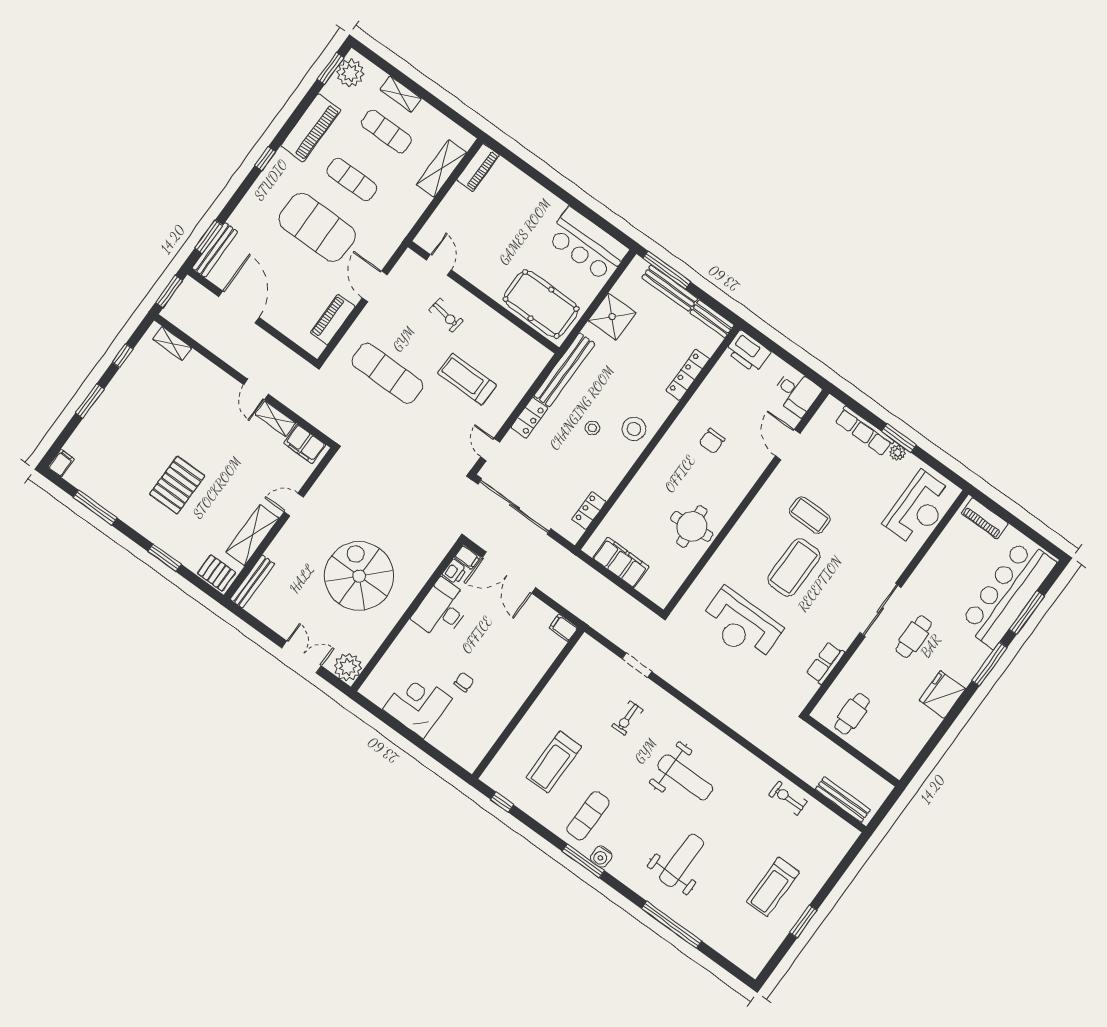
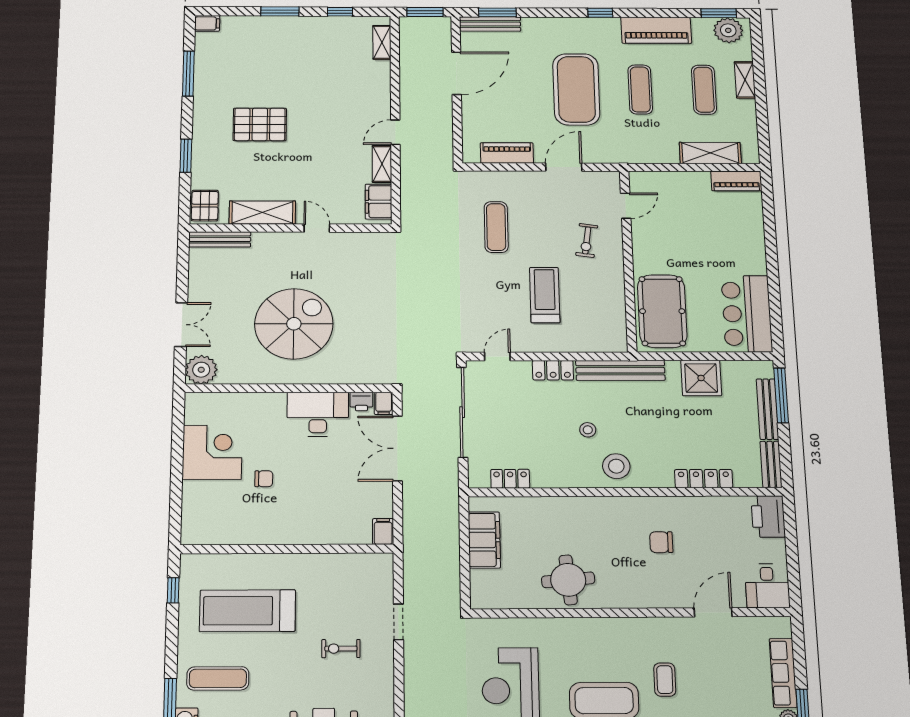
exercise mat: (387, 373) -> (496, 227), width x0.73, depth x0.69
coffee table: (810, 515) -> (665, 680), width x0.73, depth x0.77
treadmill: (554, 762) -> (247, 611), width x1.37, depth x1.38

